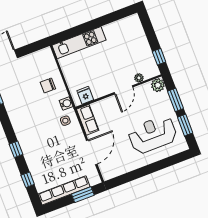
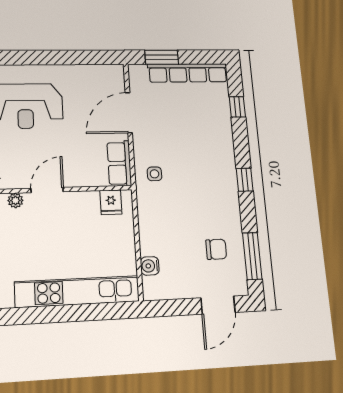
kitchen unit: (79, 43) -> (77, 292), width x1.36
chair: (48, 85) -> (216, 249), moved
water cooler: (66, 104) -> (150, 266), moved
window: (16, 149) -> (245, 180), moved

